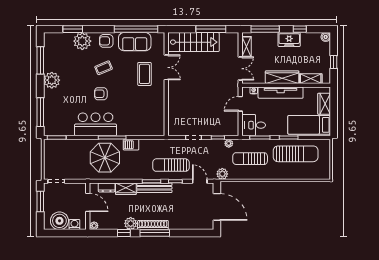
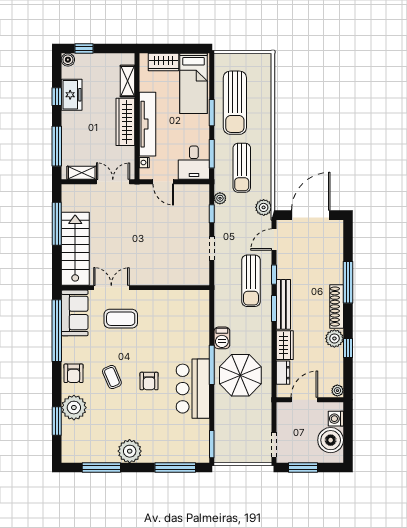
freezer: (289, 40) -> (72, 95), moved
sofa: (135, 42) -> (75, 313), moved
window: (334, 62) -> (84, 48), moved
sun lounger: (296, 154) -> (235, 103), turned 180
window: (155, 233) -> (348, 282), moved

